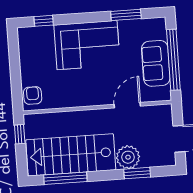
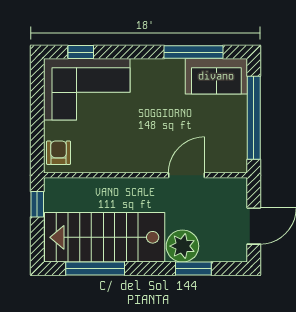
window: (126, 15) -> (194, 52), width x1.44
corner sofa: (87, 45) -> (87, 89), moved
sofa: (156, 63) -> (216, 76), moved, turned -90

